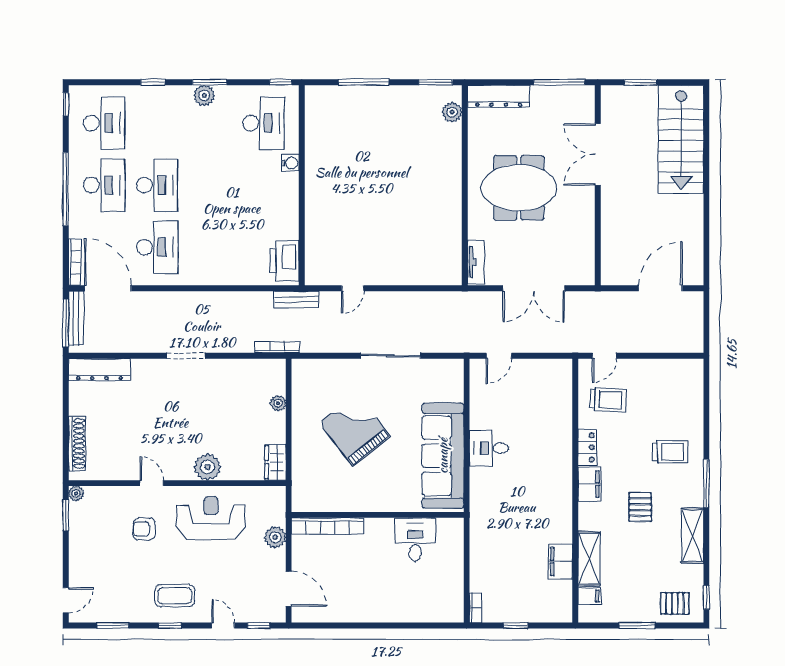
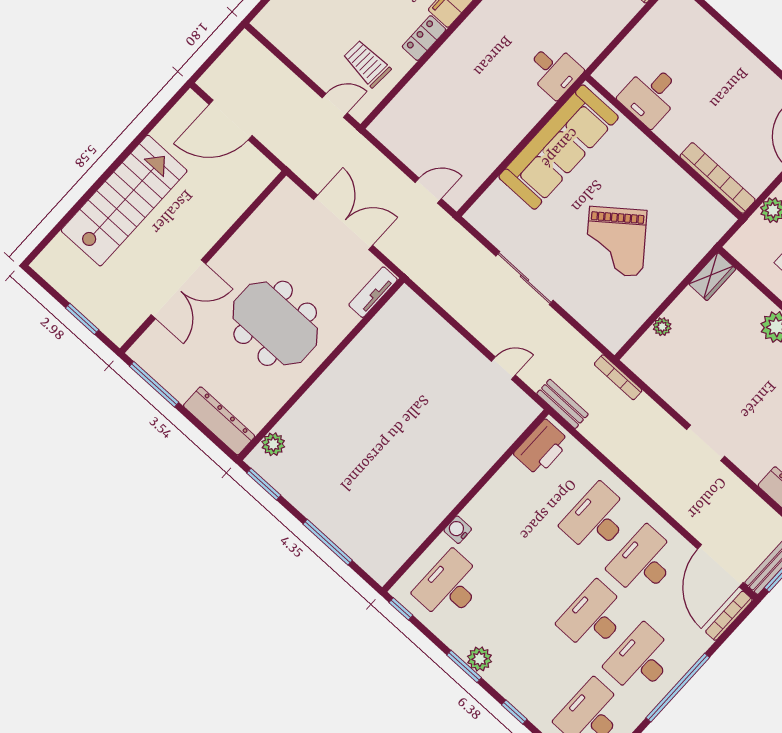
stairs: (681, 139) -> (124, 201), moved
desk: (210, 247) -> (597, 519), added
desk: (489, 448) -> (554, 70), moved

